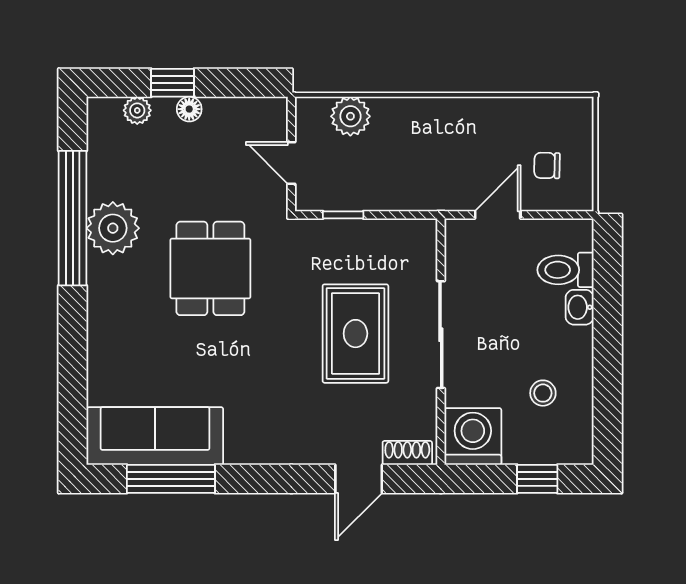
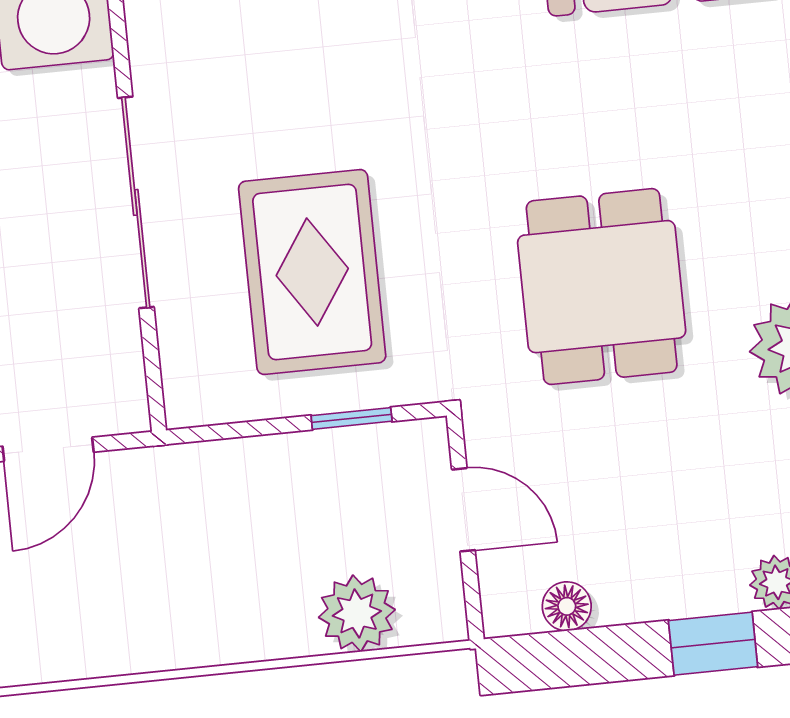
floor lamp: (189, 109) -> (567, 606), moved
rug: (355, 334) -> (312, 272), moved

